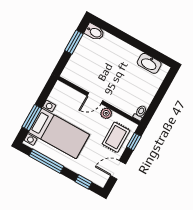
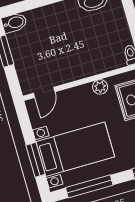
door: (95, 98) -> (44, 92), moved

